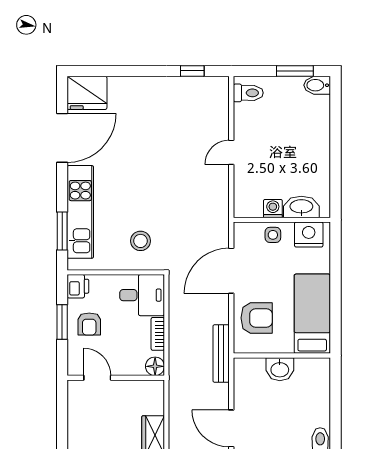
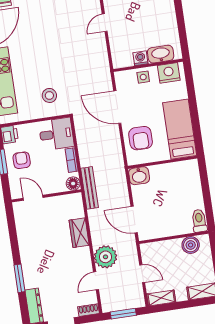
door: (231, 271) -> (117, 107), hinge flipped
armchair: (257, 318) -> (141, 138), turned 90
armchair: (89, 324) -> (22, 160), turned 180
bench: (221, 354) -> (89, 188), moved
washbasin: (280, 369) -> (139, 176), moved

